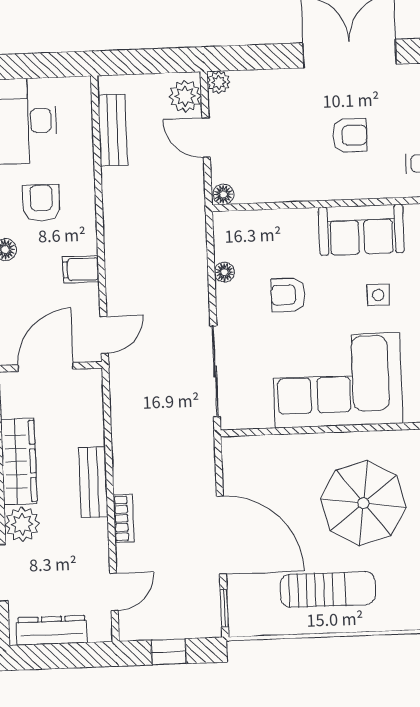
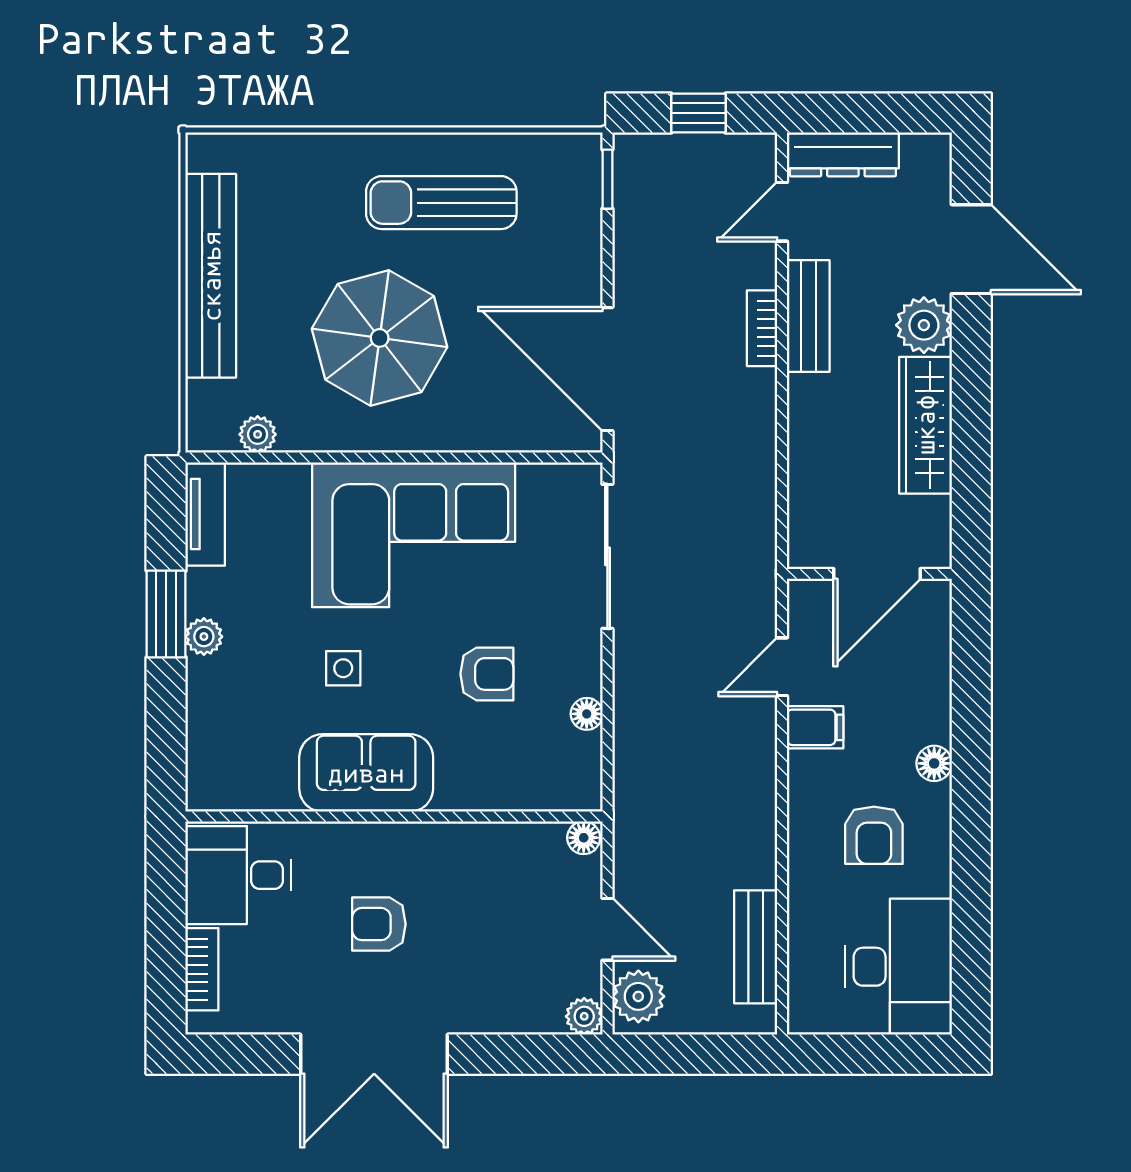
door: (104, 335) -> (782, 667), moved
bench: (93, 482) -> (808, 316), moved
door: (221, 535) -> (607, 369), moved
dresser: (52, 630) -> (843, 154), moved

